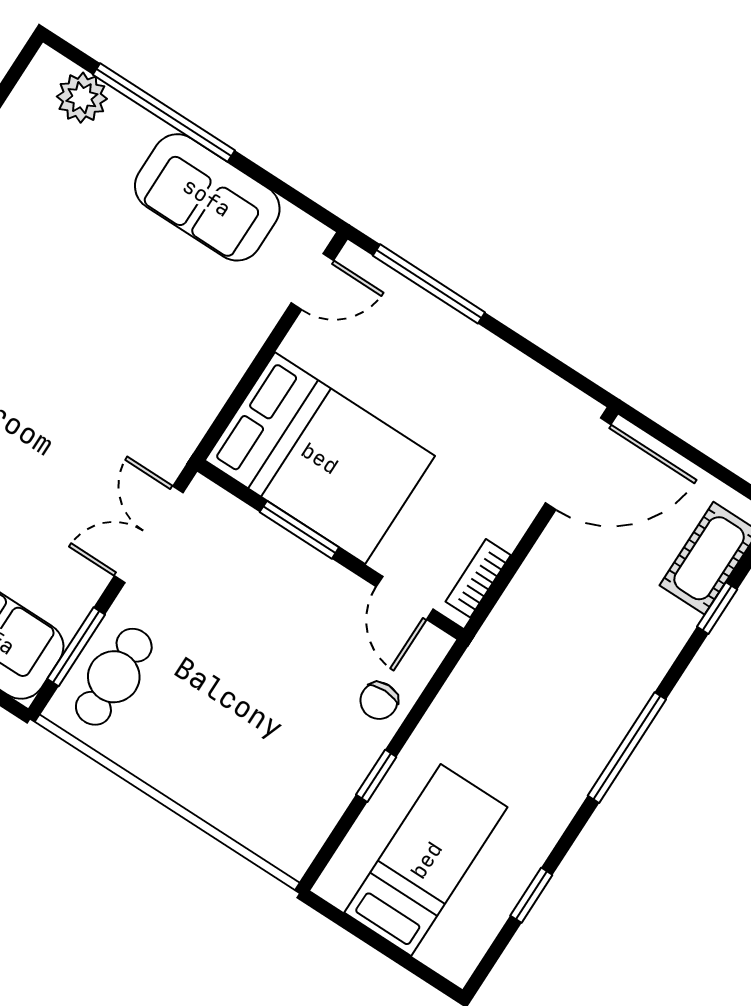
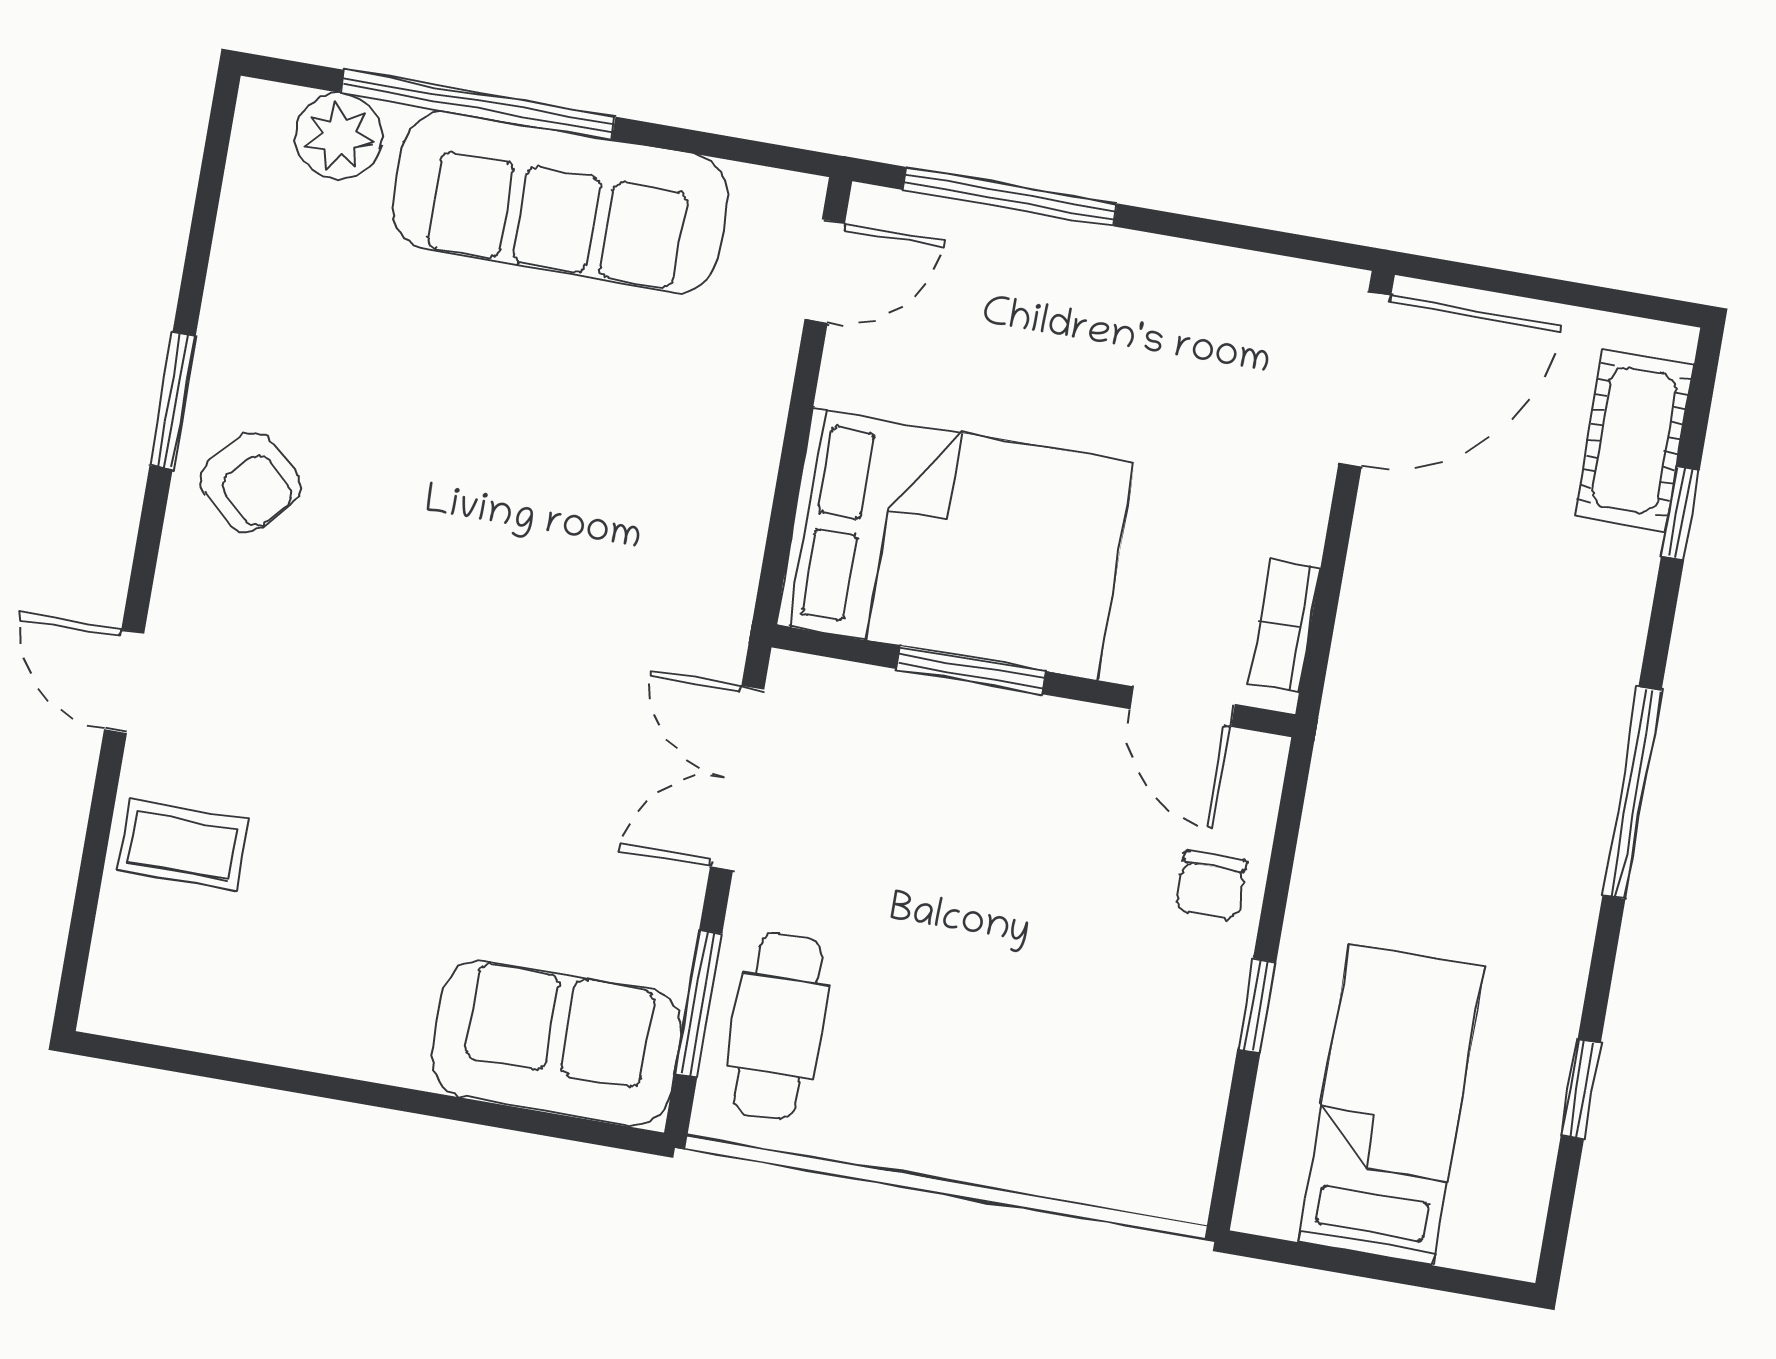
sofa: (207, 197) -> (560, 202), width x1.36

